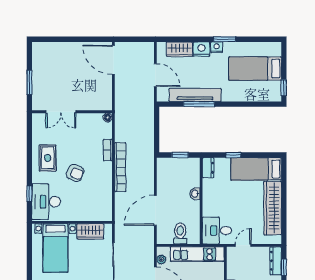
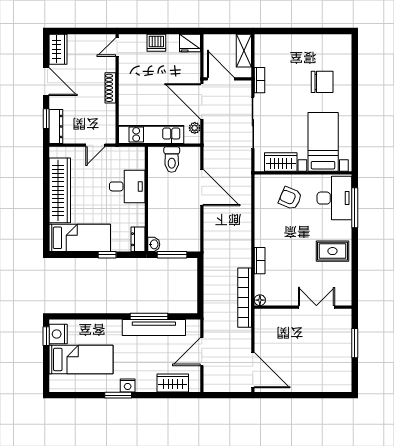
nightstand: (201, 49) -> (58, 334), moved, turned 90
door: (155, 75) -> (202, 352), hinge flipped
window: (180, 155) -> (172, 255), width x1.50
rug: (48, 158) -> (332, 251), turned 90
bookcase: (120, 167) -> (245, 298), moved
armchair: (75, 173) -> (290, 198), moved
window: (29, 194) -> (355, 208), width x2.17
washbasin: (195, 194) -> (154, 244), moved
door: (155, 210) -> (202, 188), hinge flipped
desk: (217, 231) -> (127, 186), moved

